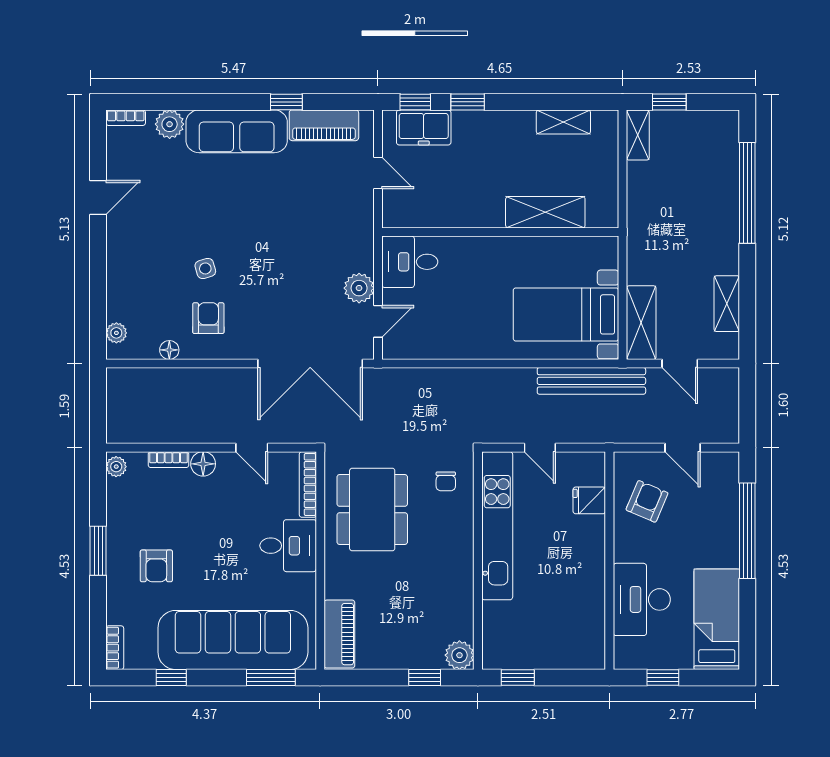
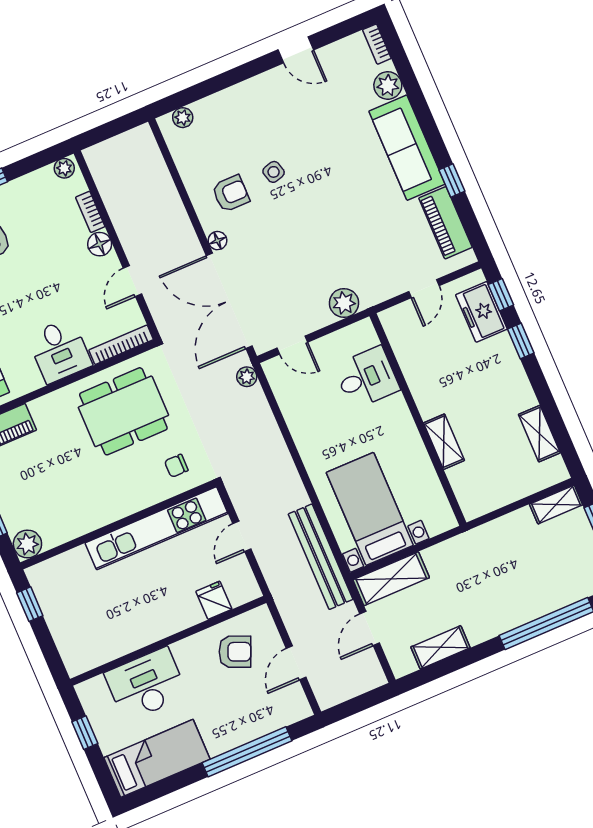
shelving: (545, 212) -> (444, 442), width x0.67, depth x0.75
desk: (410, 262) -> (367, 378), moved, turned 90
plant: (359, 288) -> (344, 303), moved
floor lamp: (169, 350) -> (217, 241), moved
plant: (390, 378) -> (247, 377), added

